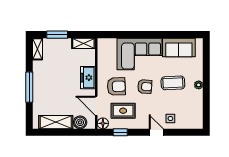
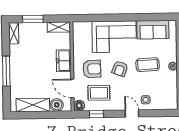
armchair: (145, 87) -> (120, 69), turned 106

